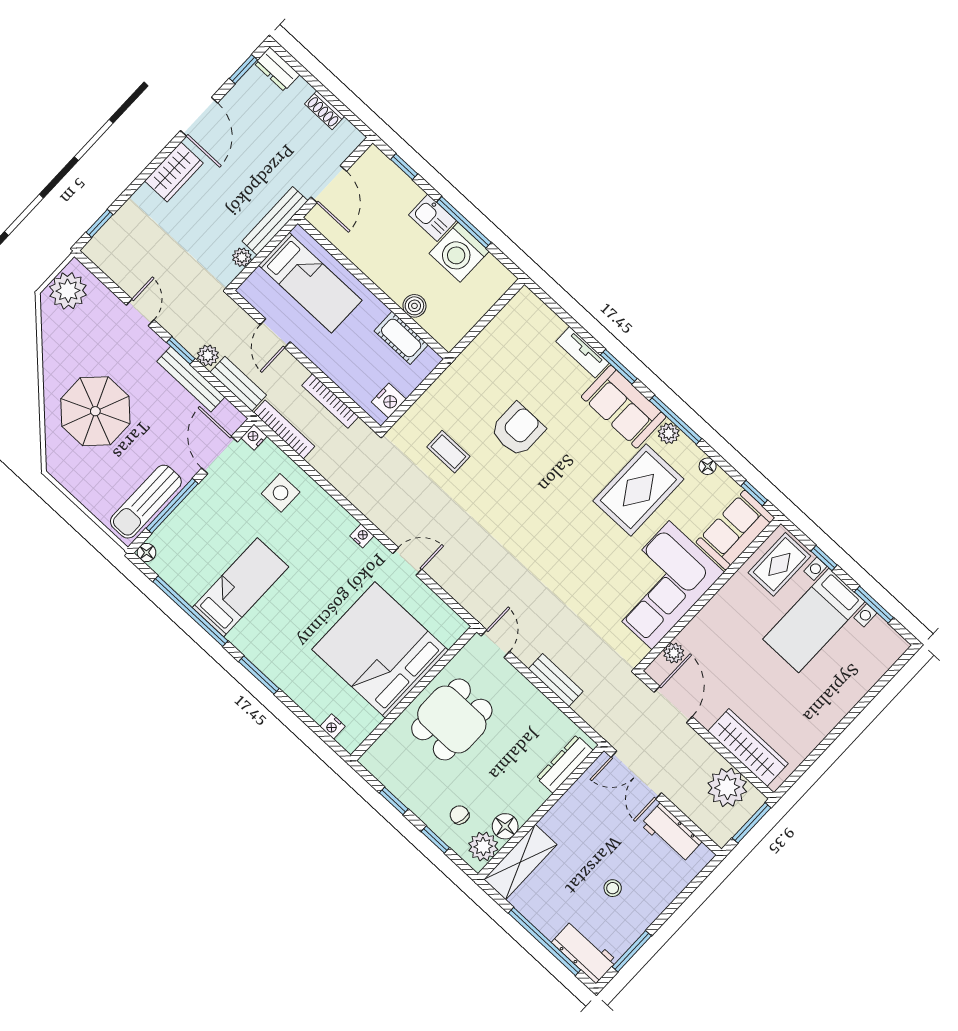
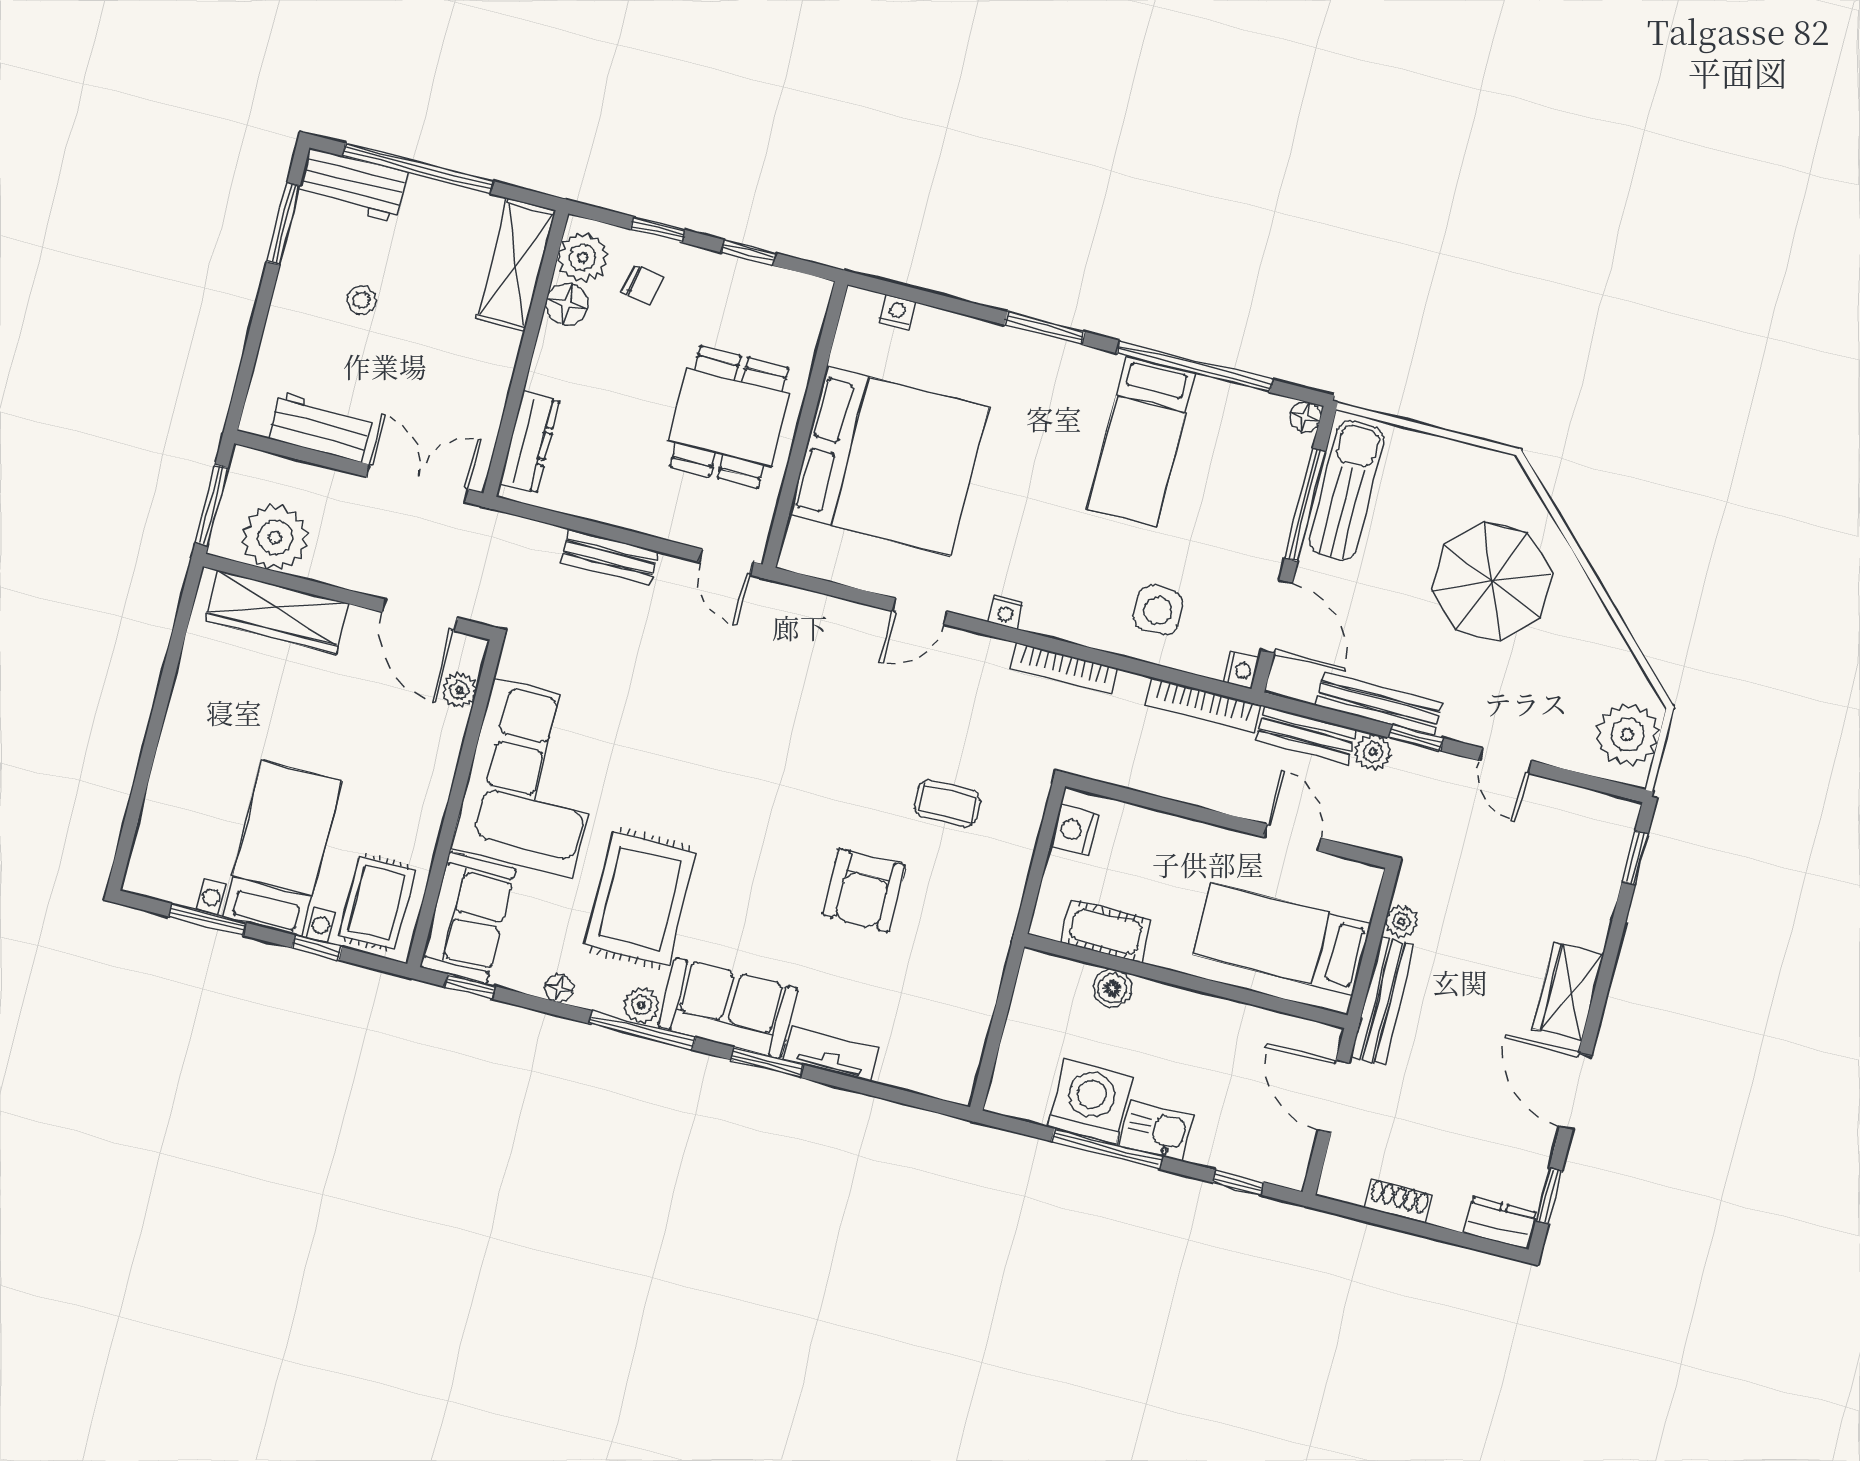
bookcase: (330, 401) -> (1064, 668), moved, turned 180

